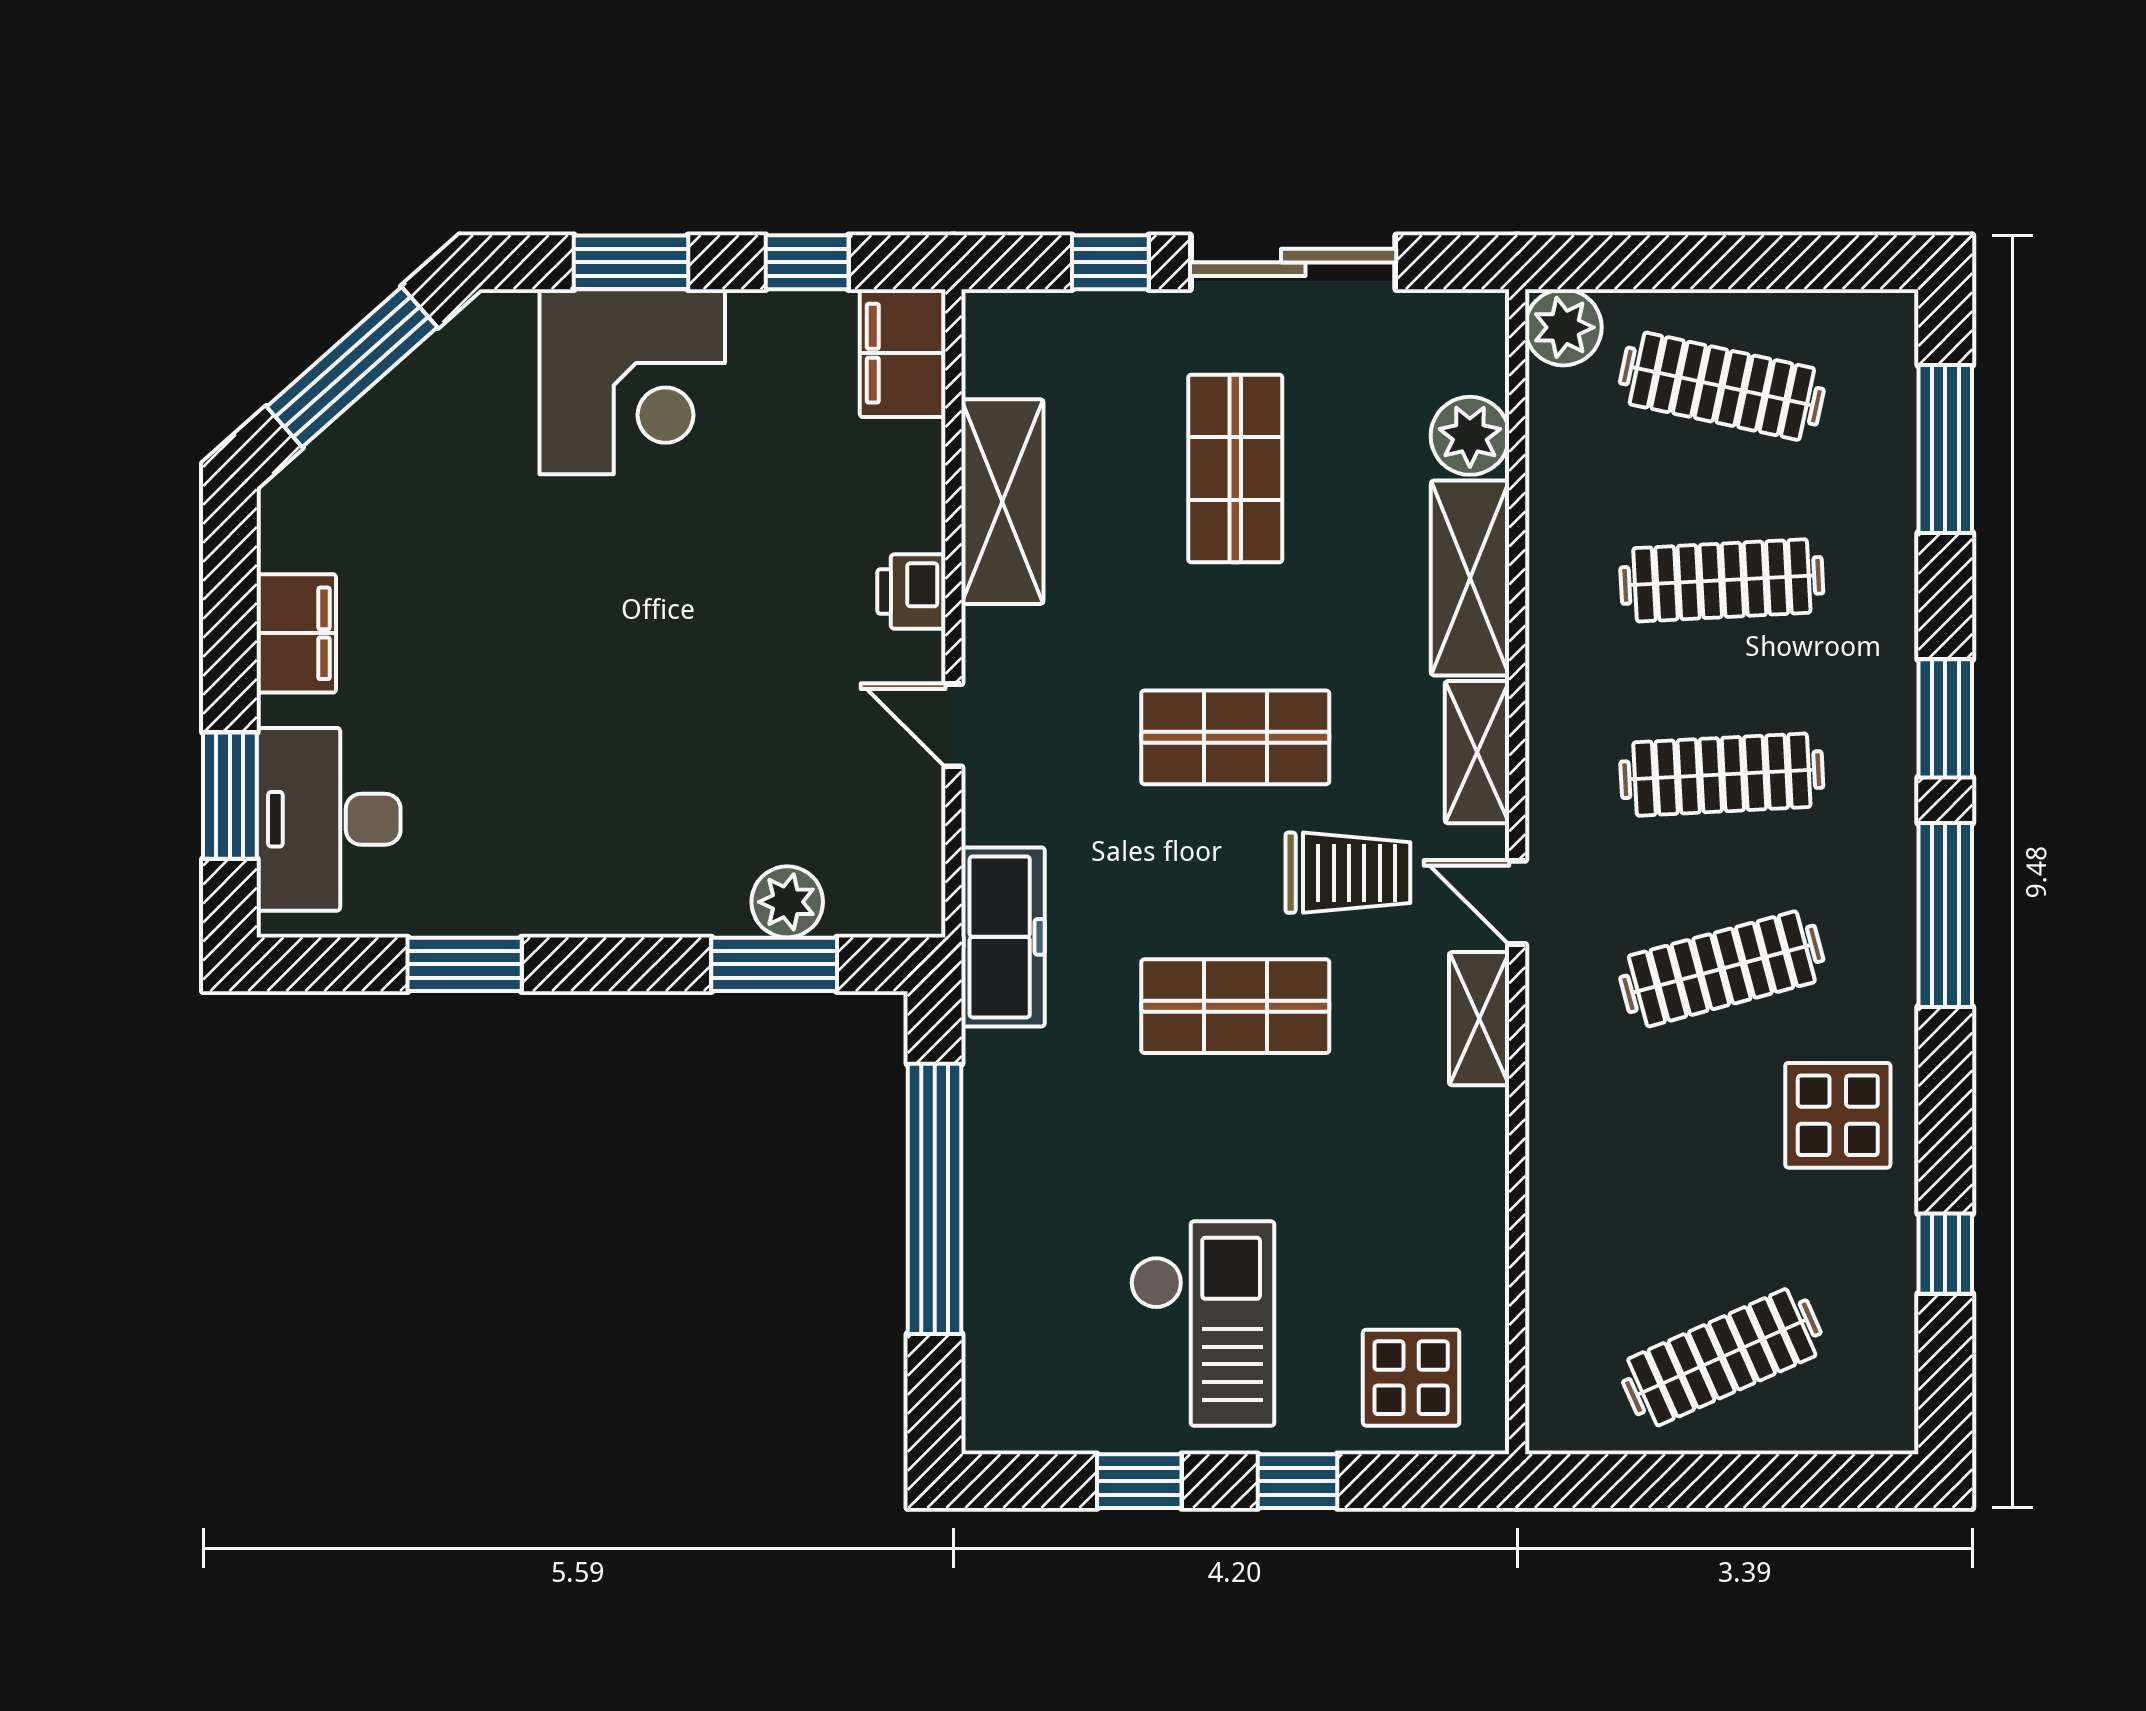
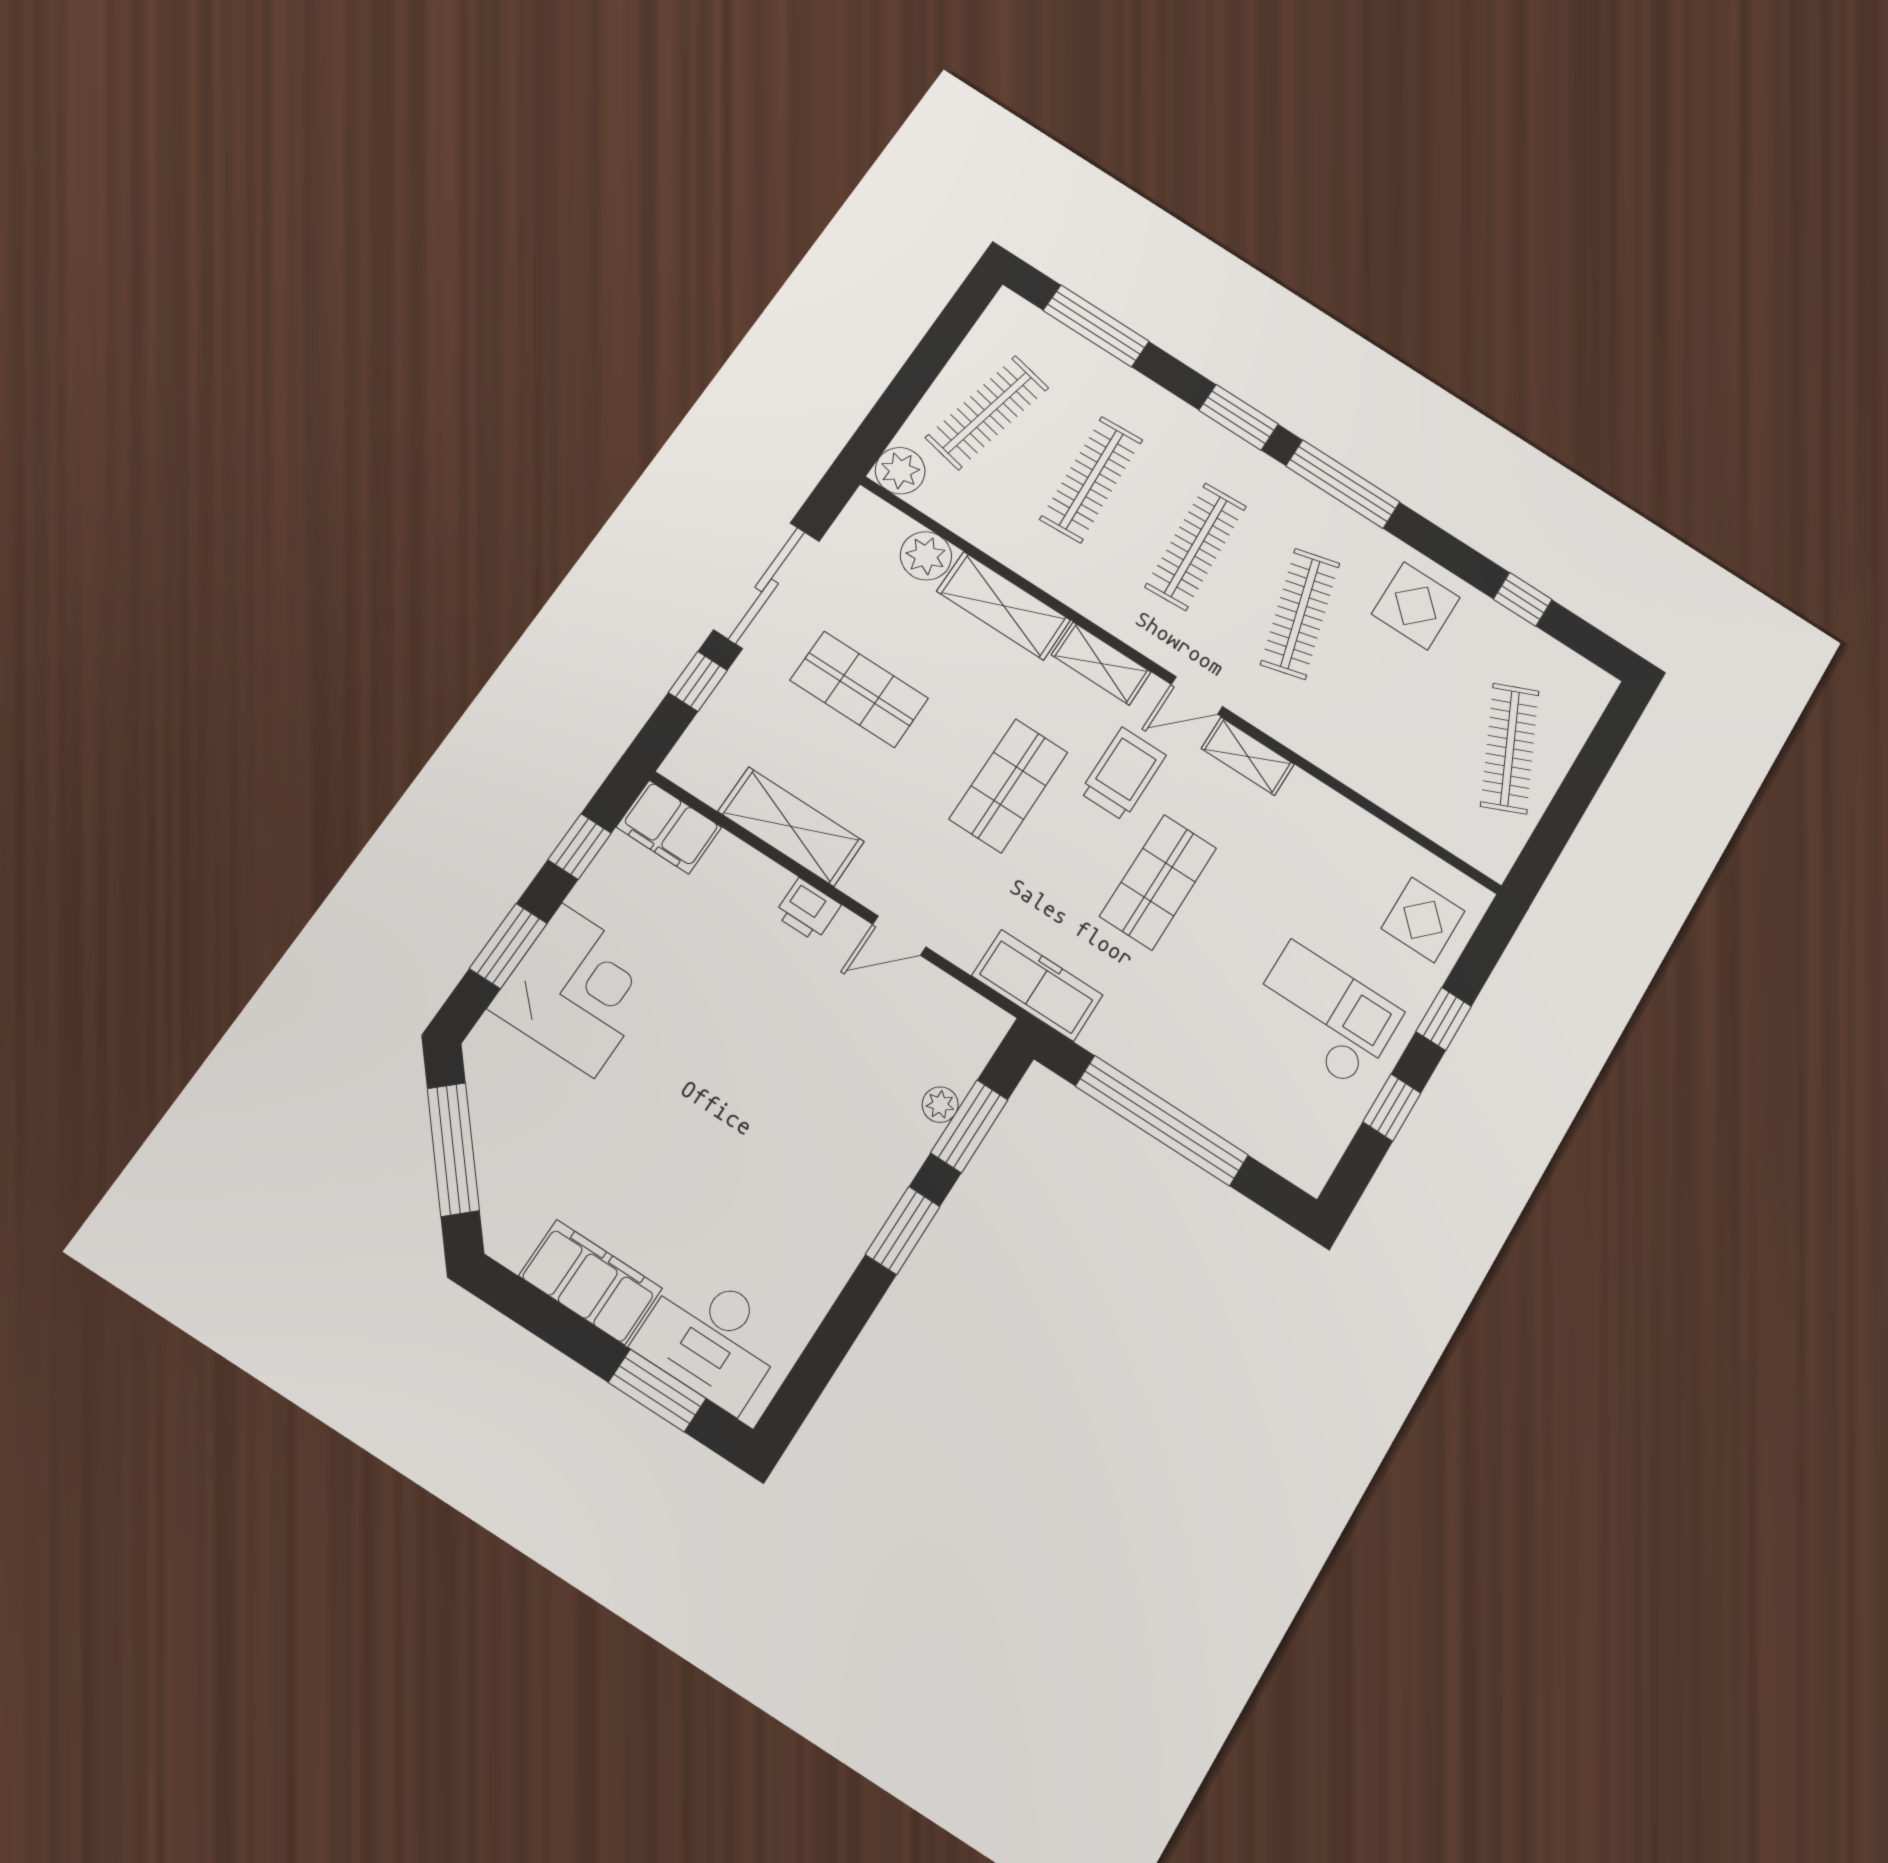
filing cabinet: (296, 633) -> (591, 1282), width x1.50, depth x1.17
plant: (787, 902) -> (940, 1105), width x0.73, depth x0.73
window: (465, 964) -> (903, 1230), moved

